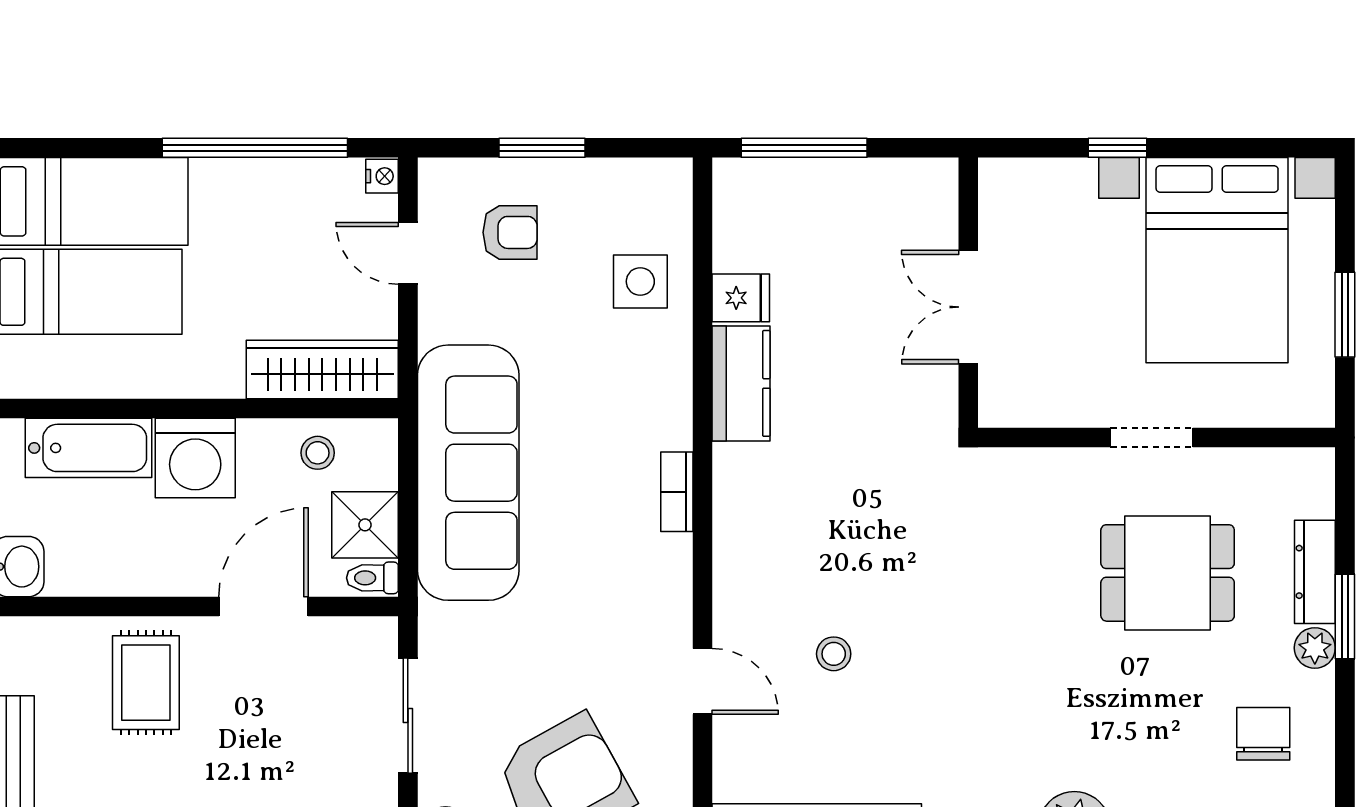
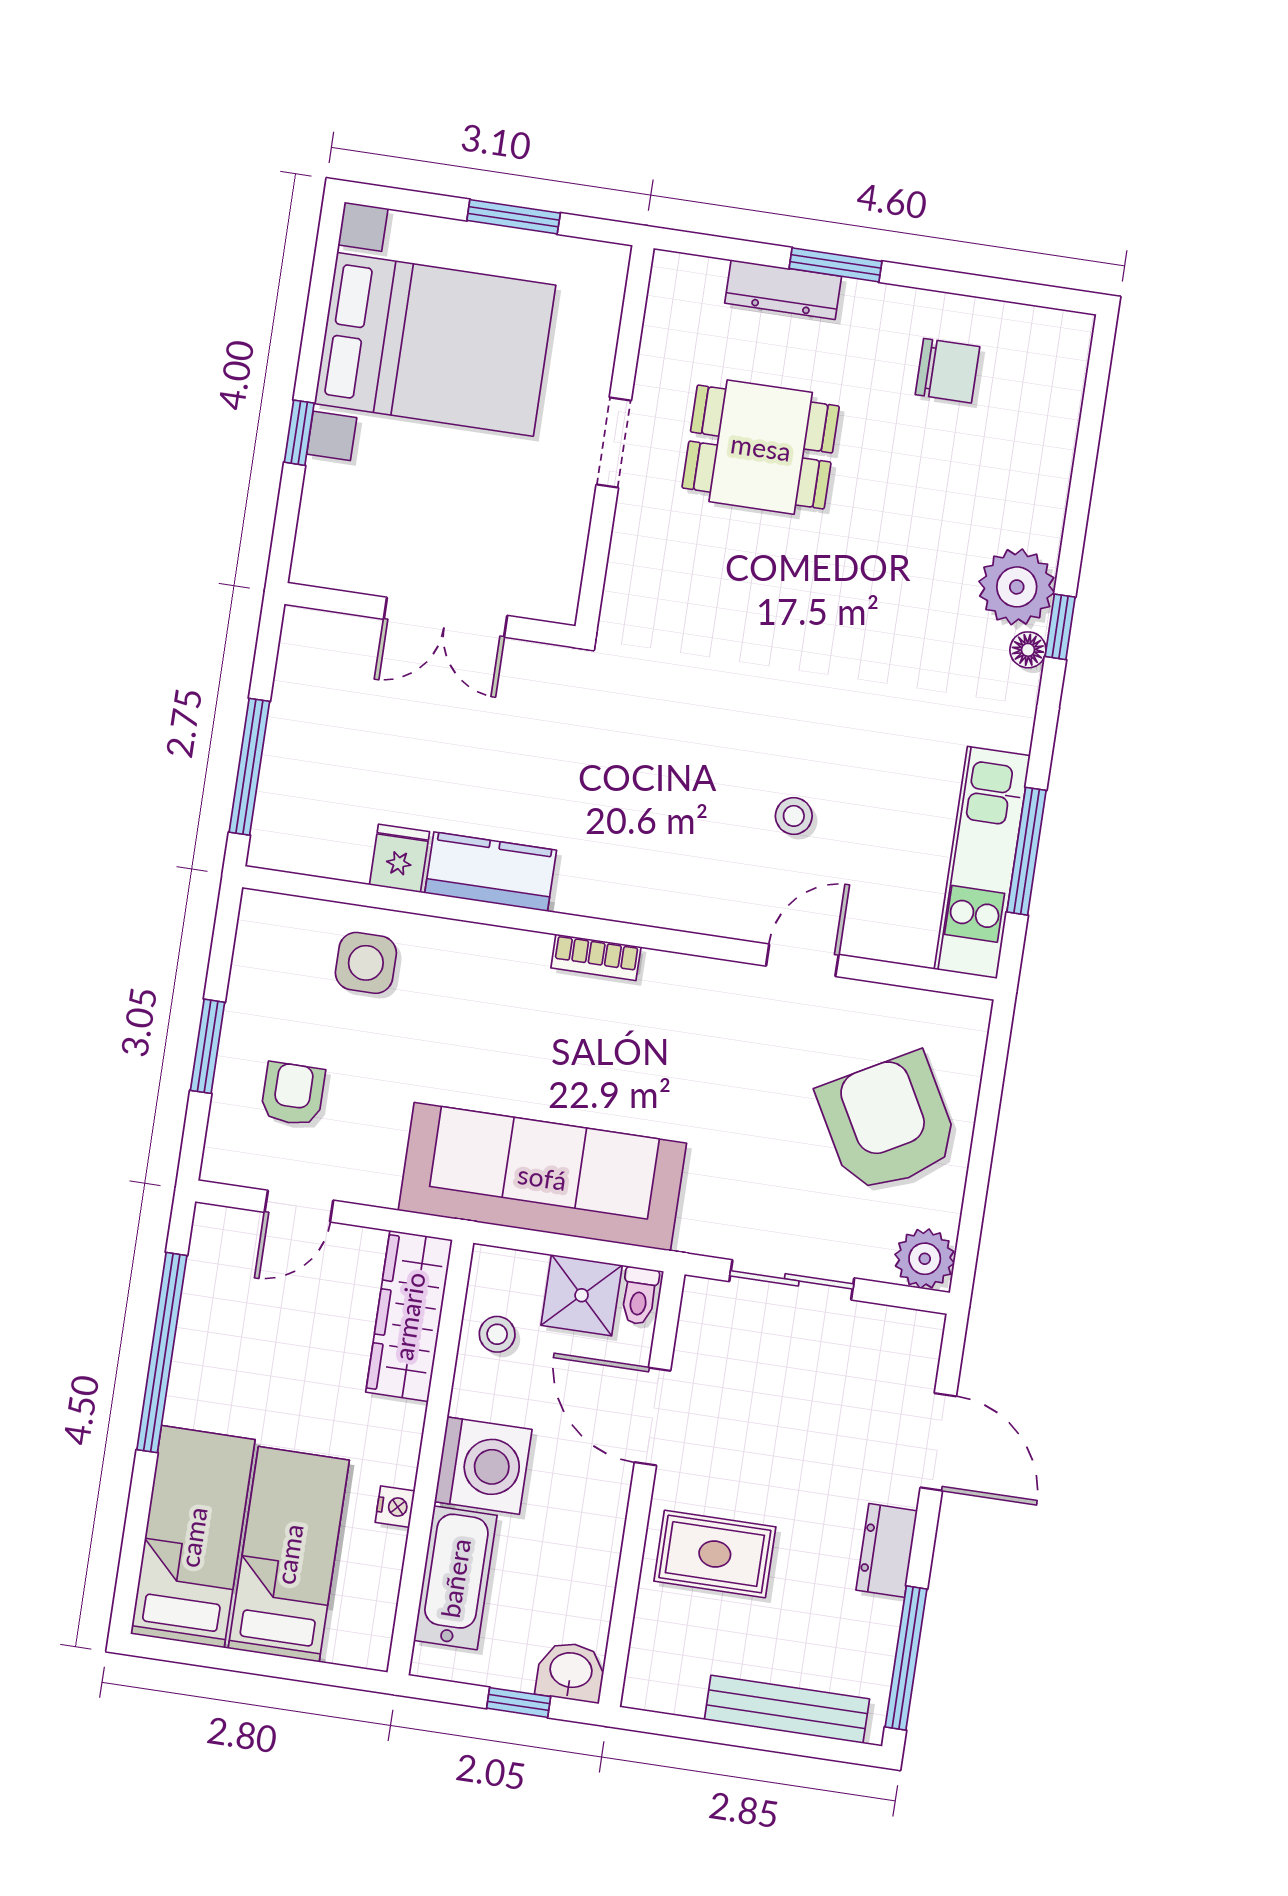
nightstand: (382, 176) -> (395, 1507), moved, turned 90
dining table: (1168, 573) -> (761, 447), turned 90
plant: (1315, 648) -> (864, 302), removed
chair: (1263, 734) -> (947, 371), turned 180

